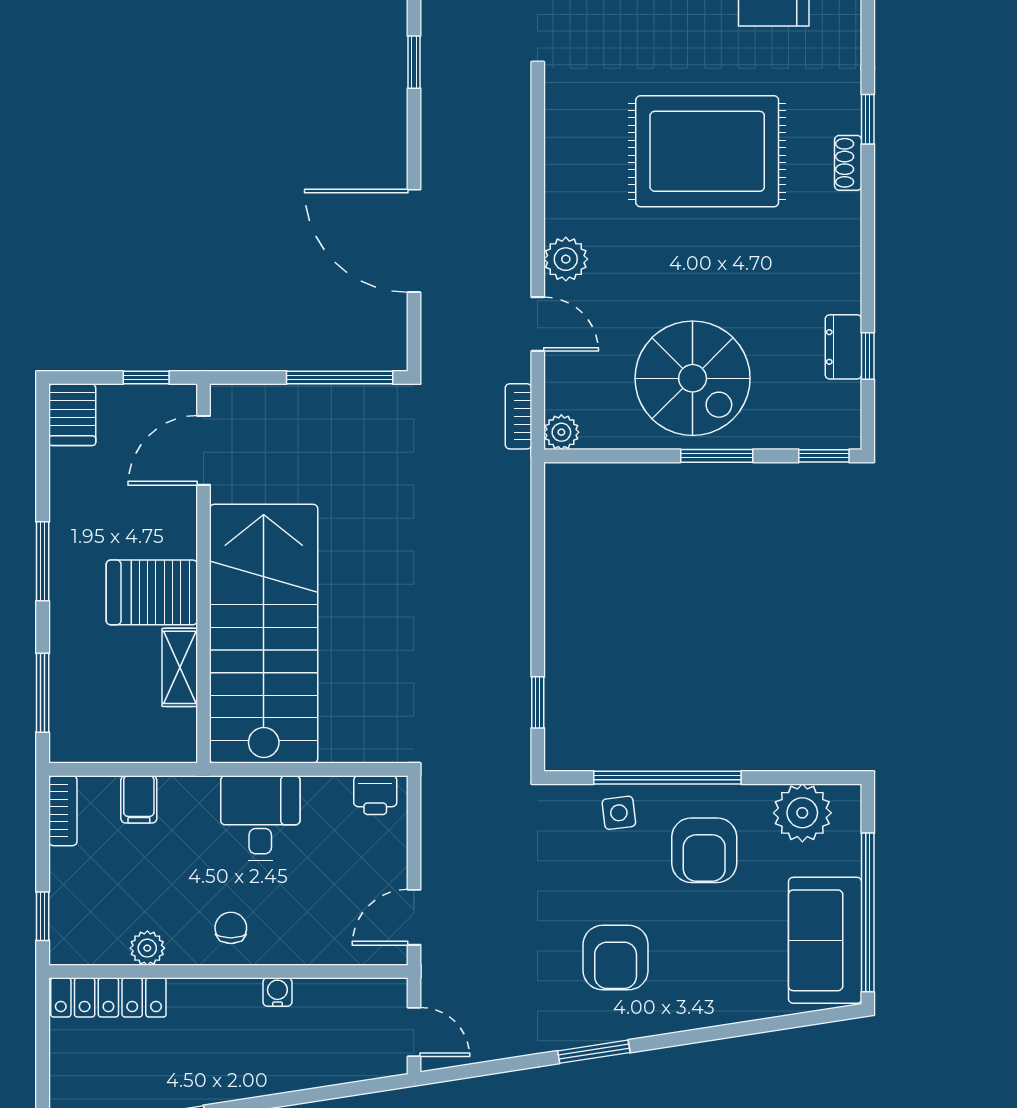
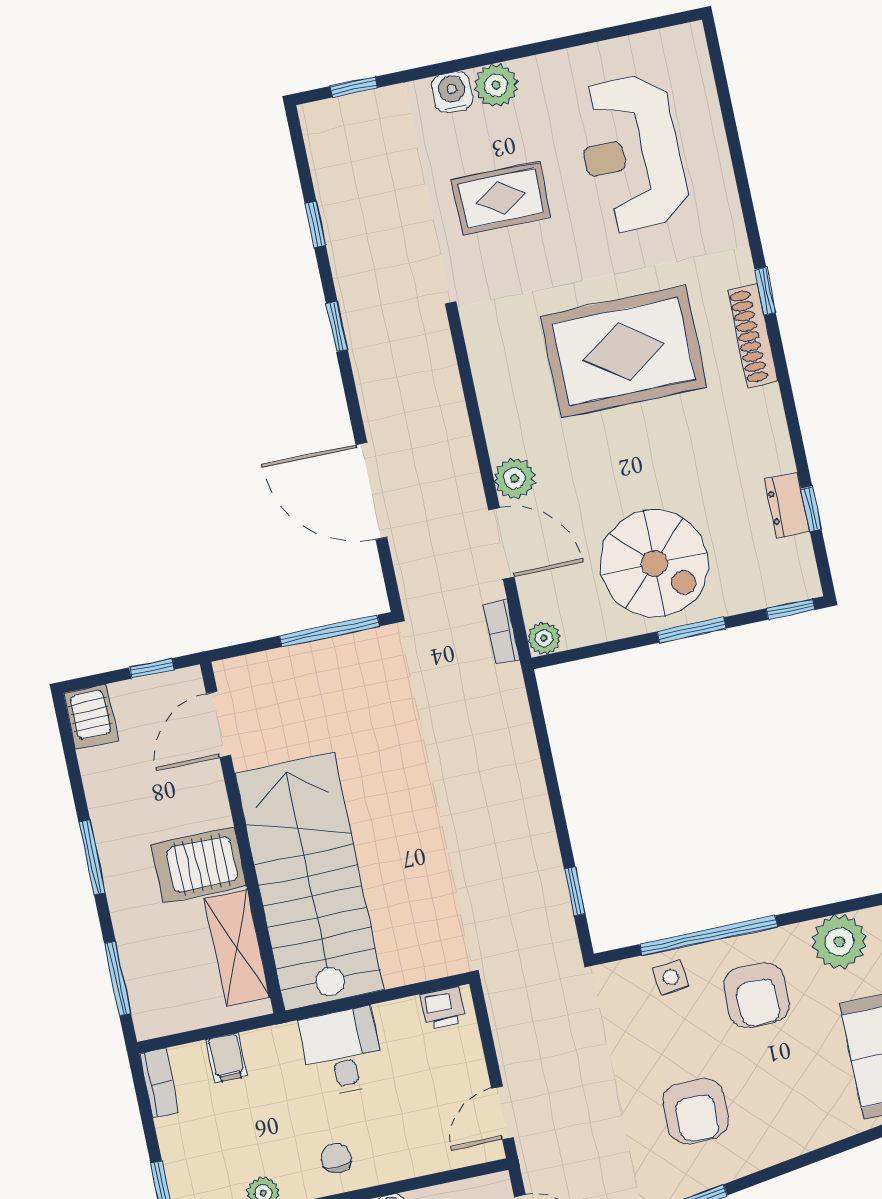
shoe rack: (848, 163) -> (753, 336), width x1.94, depth x1.24
door: (538, 324) -> (501, 543), width x1.38
shelving: (180, 667) -> (237, 948), width x1.50, depth x1.33

